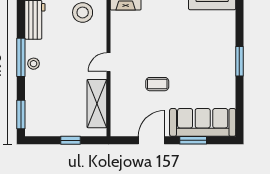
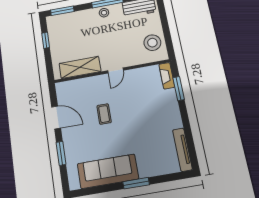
door: (108, 62) -> (115, 71), swing flipped
sofa: (203, 122) -> (108, 171), moved, turned -90
window: (70, 140) -> (46, 40), moved

